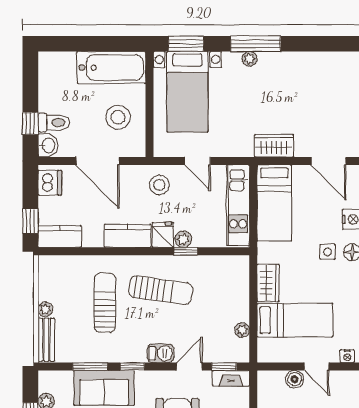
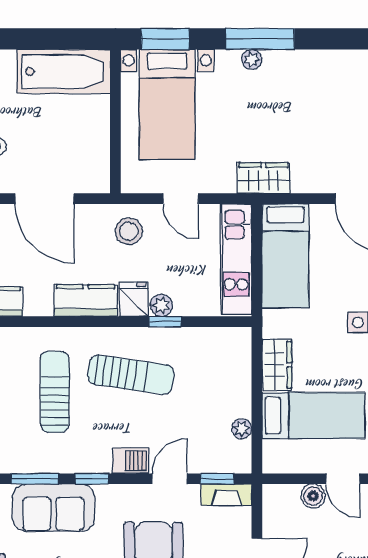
stool: (118, 117) -> (73, 139), removed
wardrobe: (274, 146) -> (264, 178), moved

